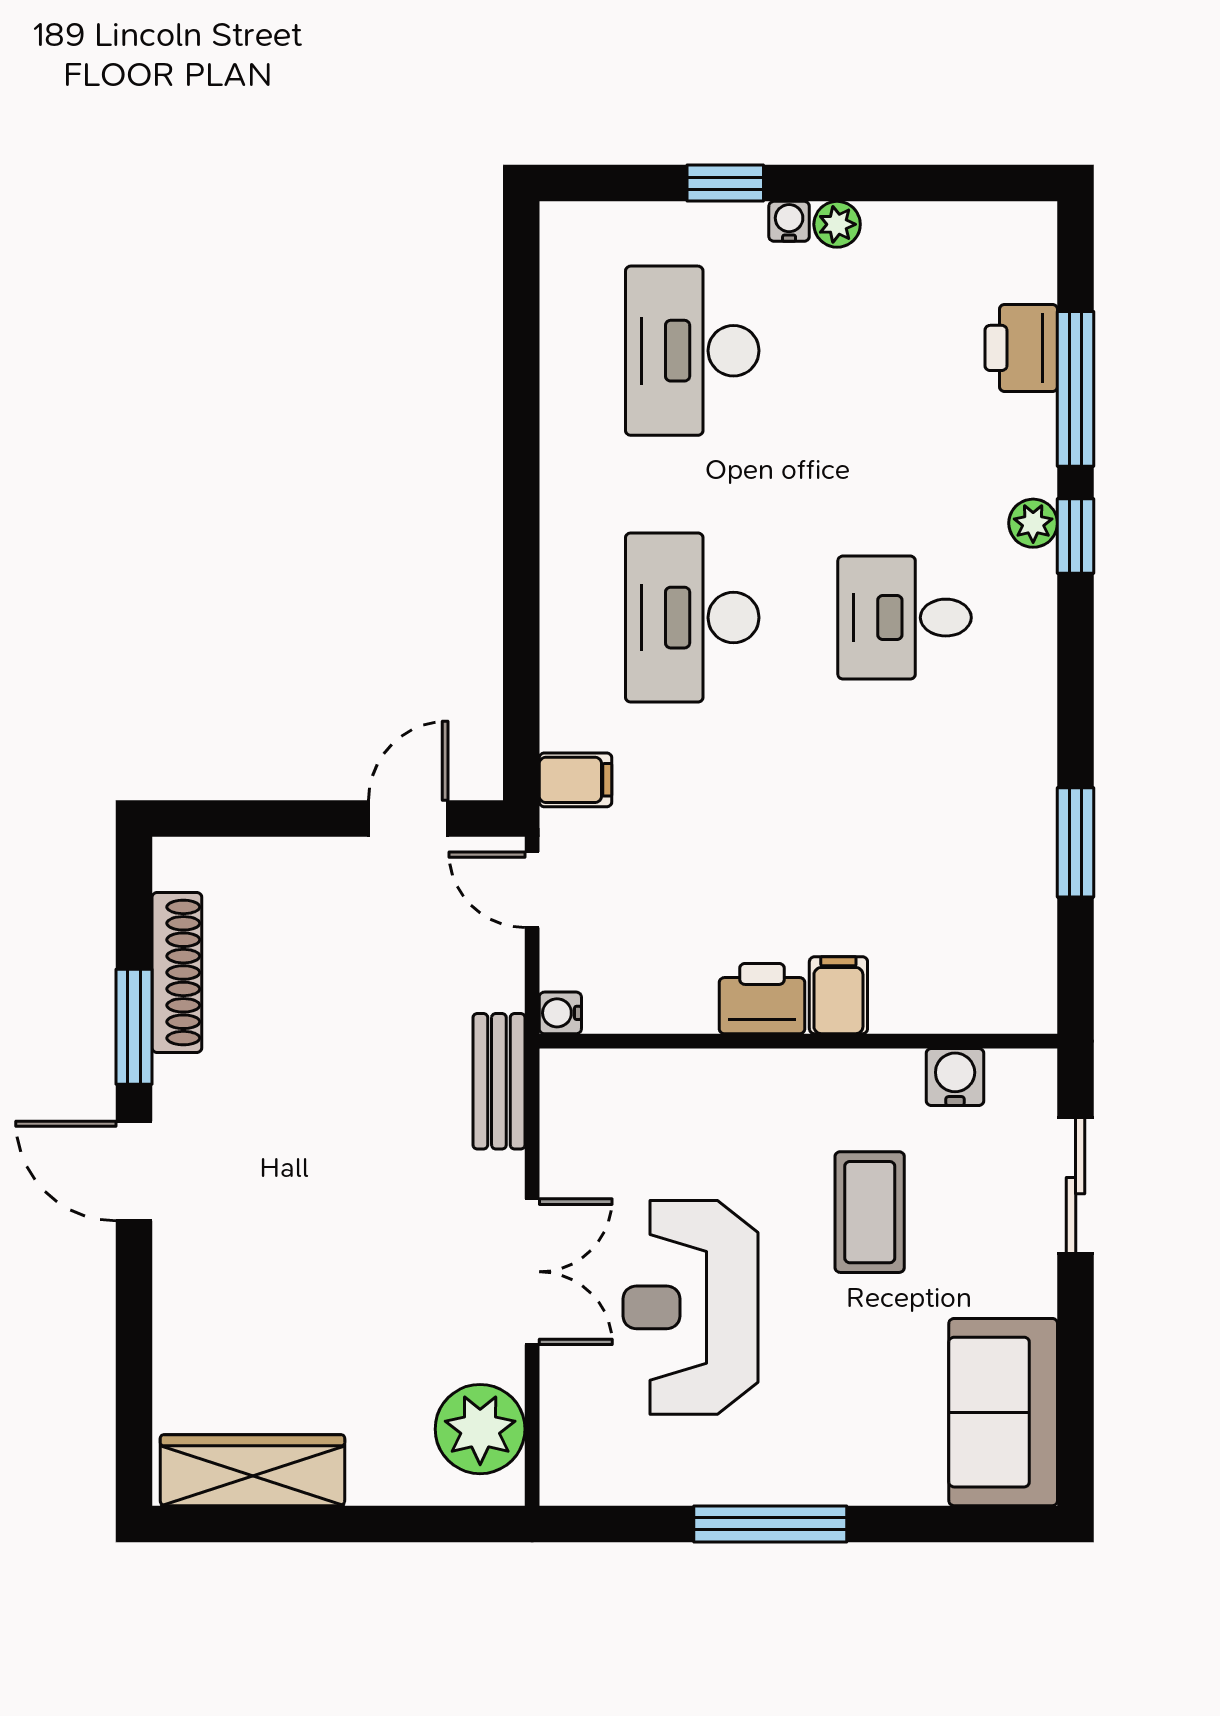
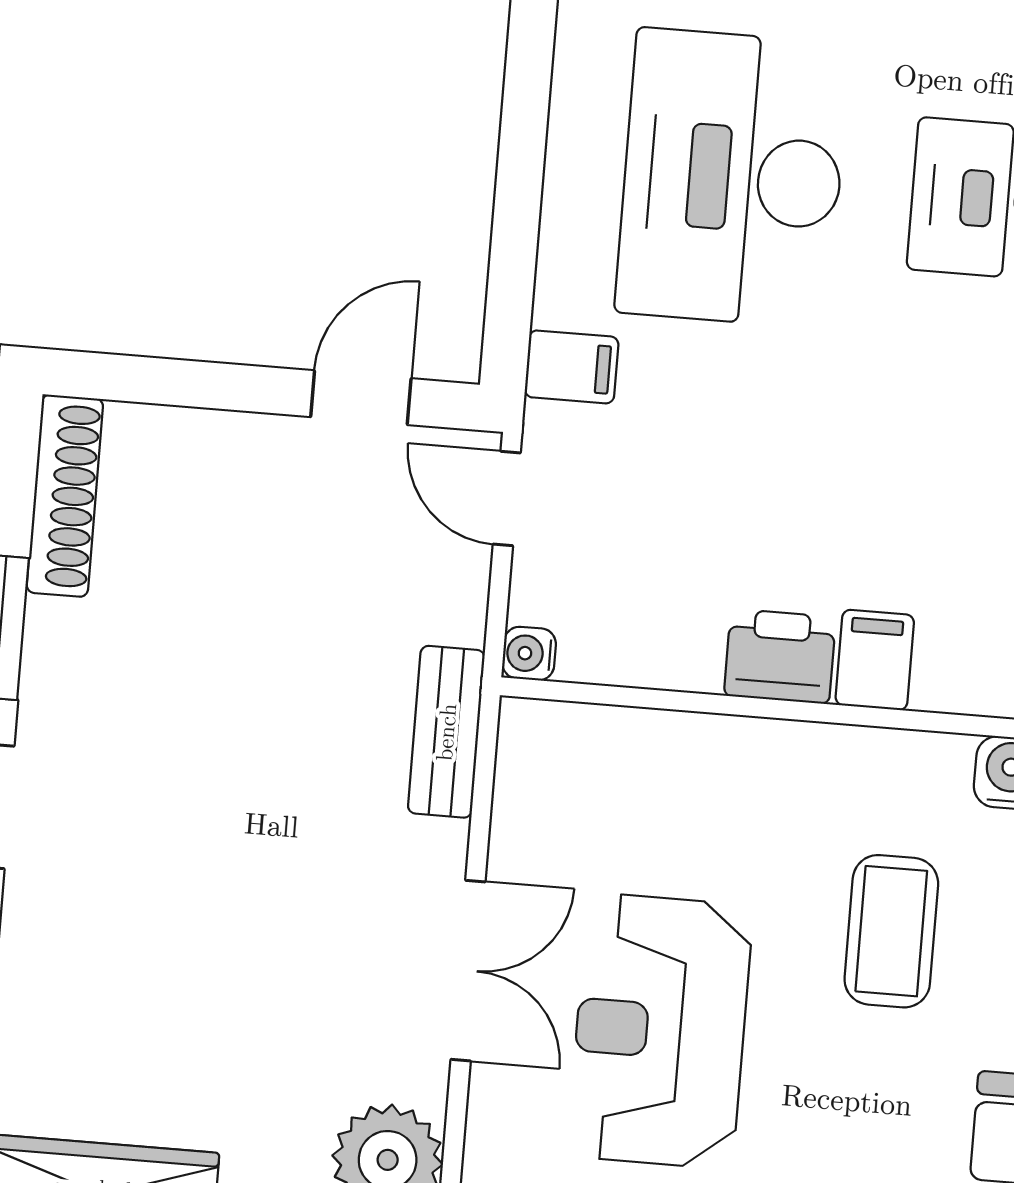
desk: (692, 618) -> (732, 178), width x1.36, depth x1.30
shoe rack: (177, 973) -> (65, 496), moved

